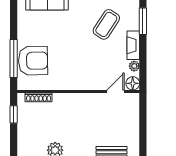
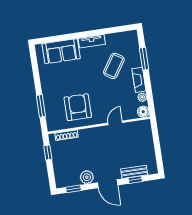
window: (14, 59) -> (41, 106), width x0.69
armchair: (33, 61) -> (78, 107), moved, turned -89
door: (115, 91) -> (115, 123), moved

